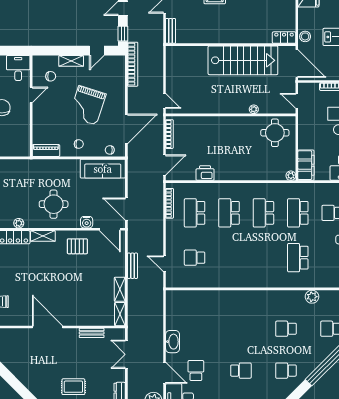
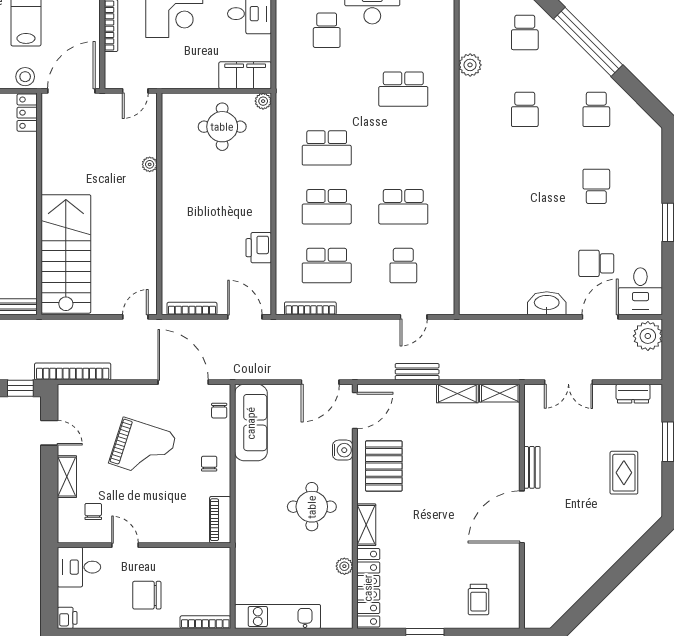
stairs: (243, 60) -> (66, 254), moved
round table: (275, 133) -> (222, 127), moved
school desk: (298, 213) -> (403, 207), moved
pallet: (77, 246) -> (384, 466), width x1.50, depth x1.42
bench: (92, 333) -> (532, 467), moved

